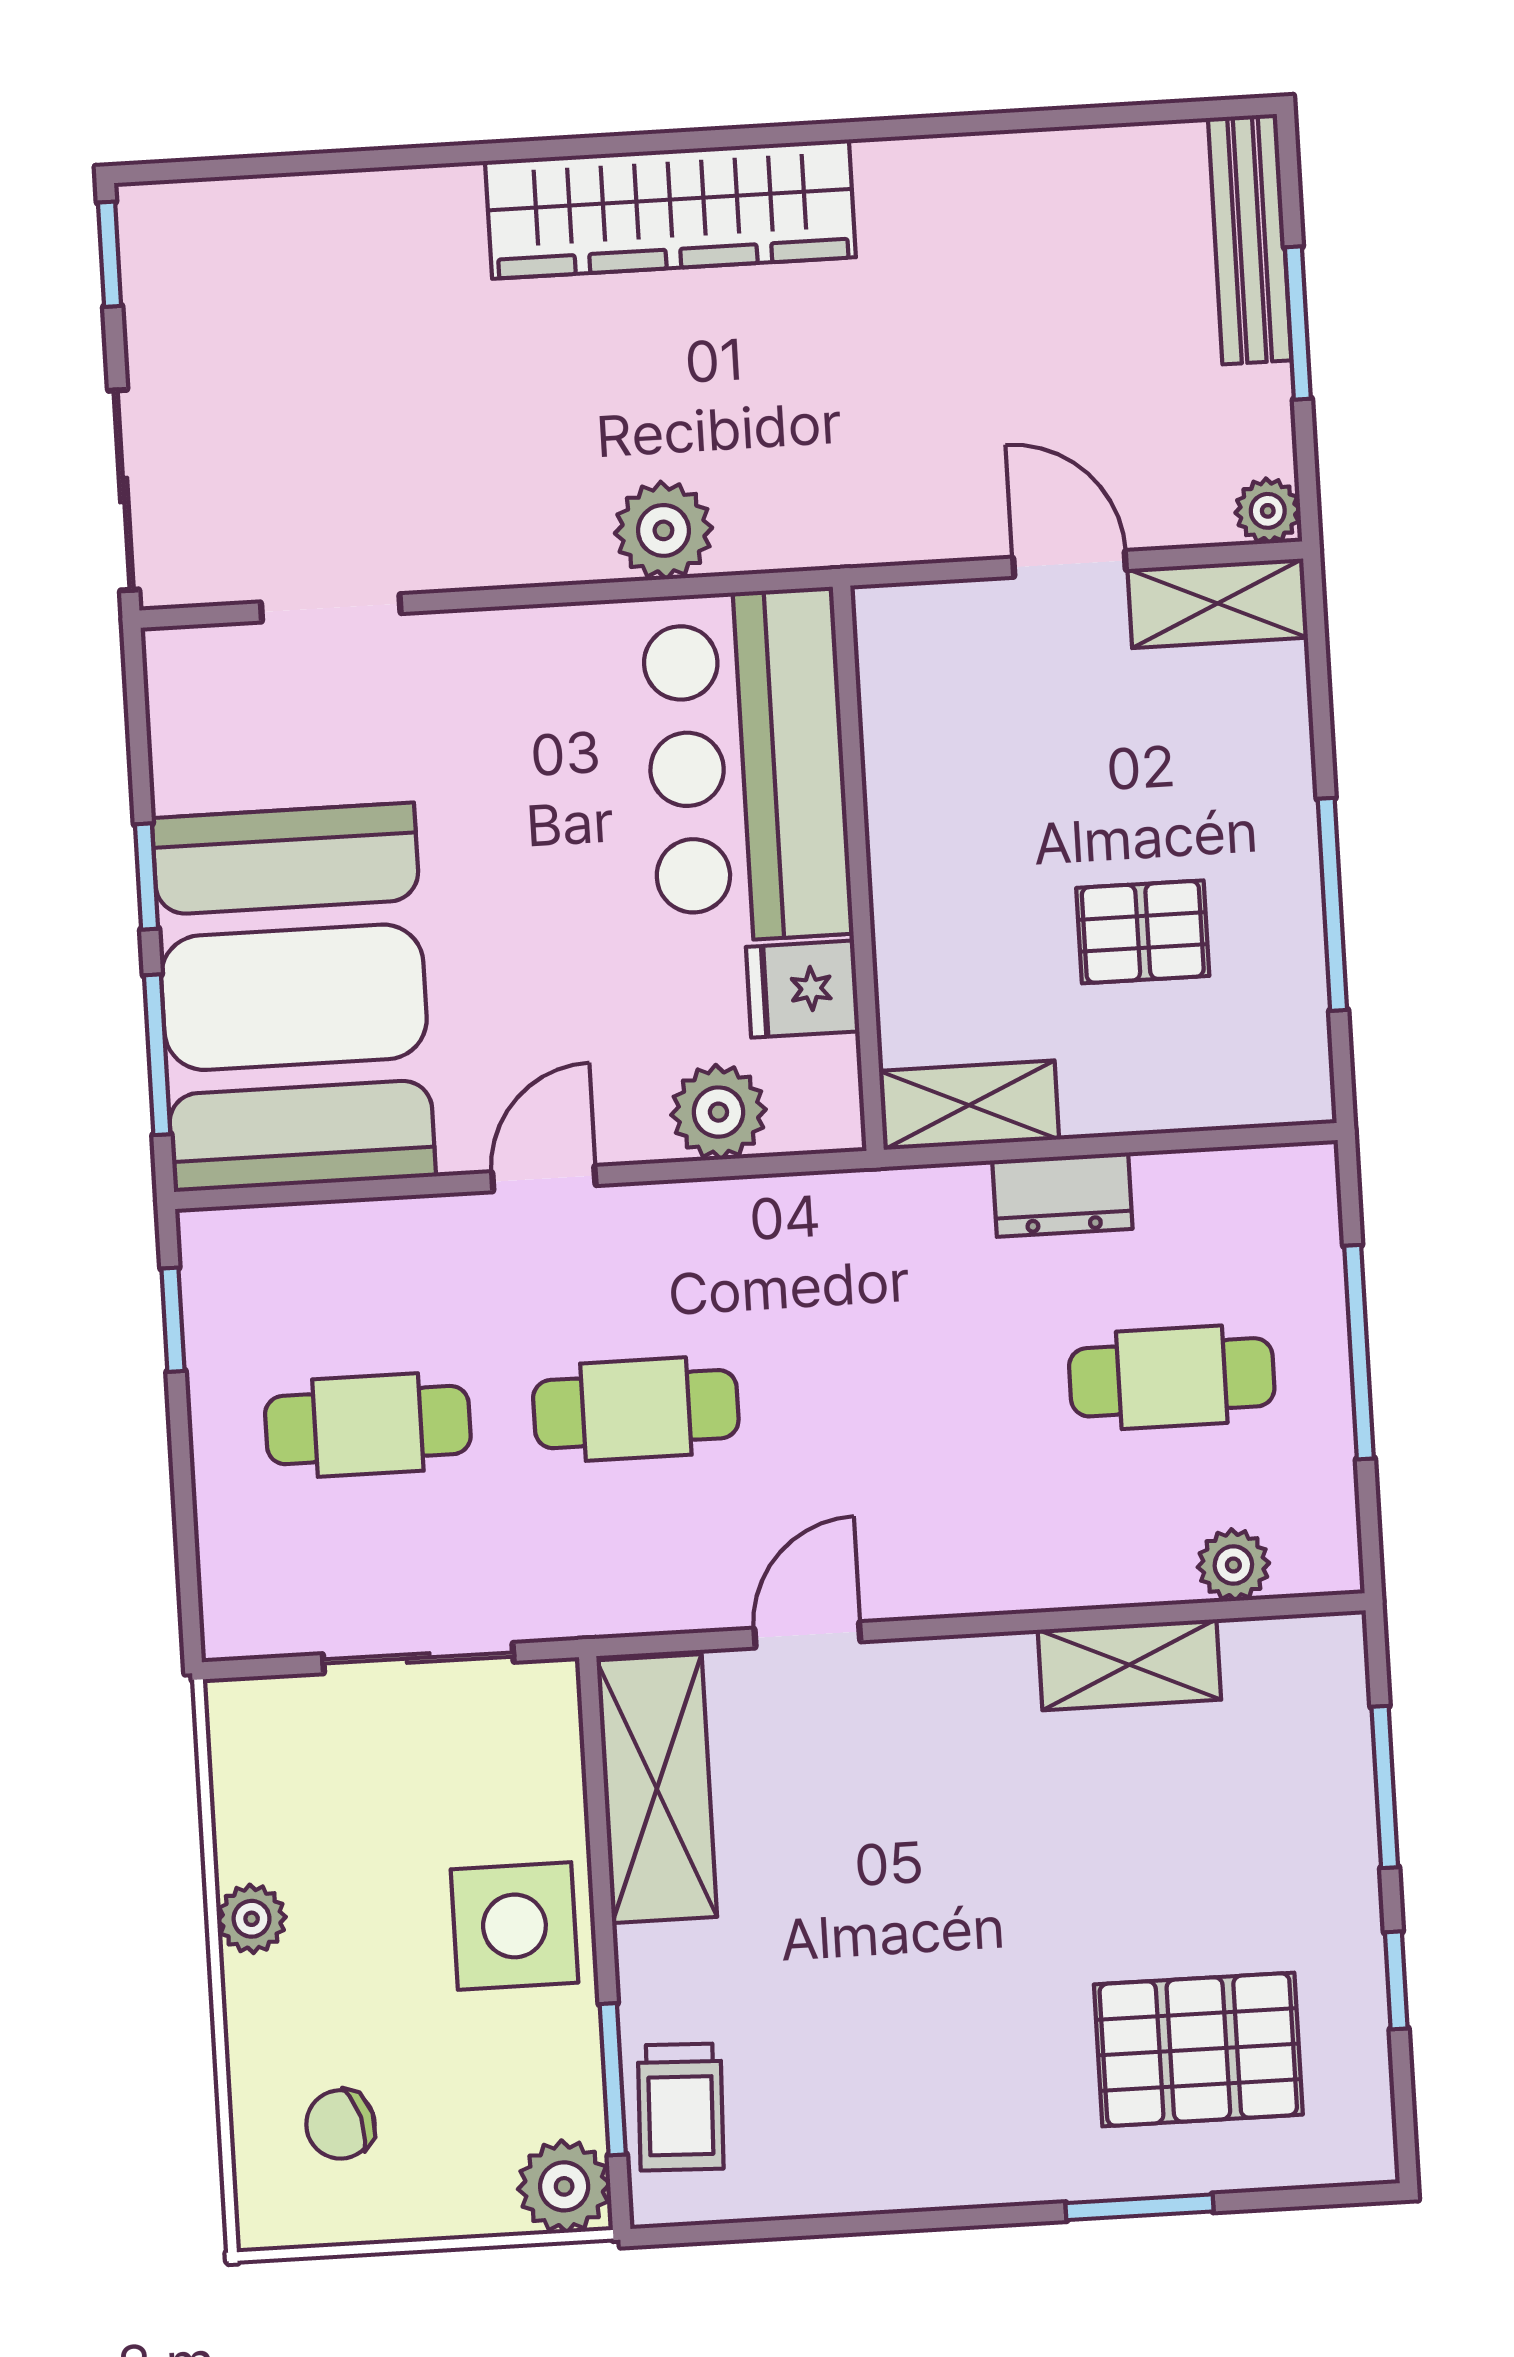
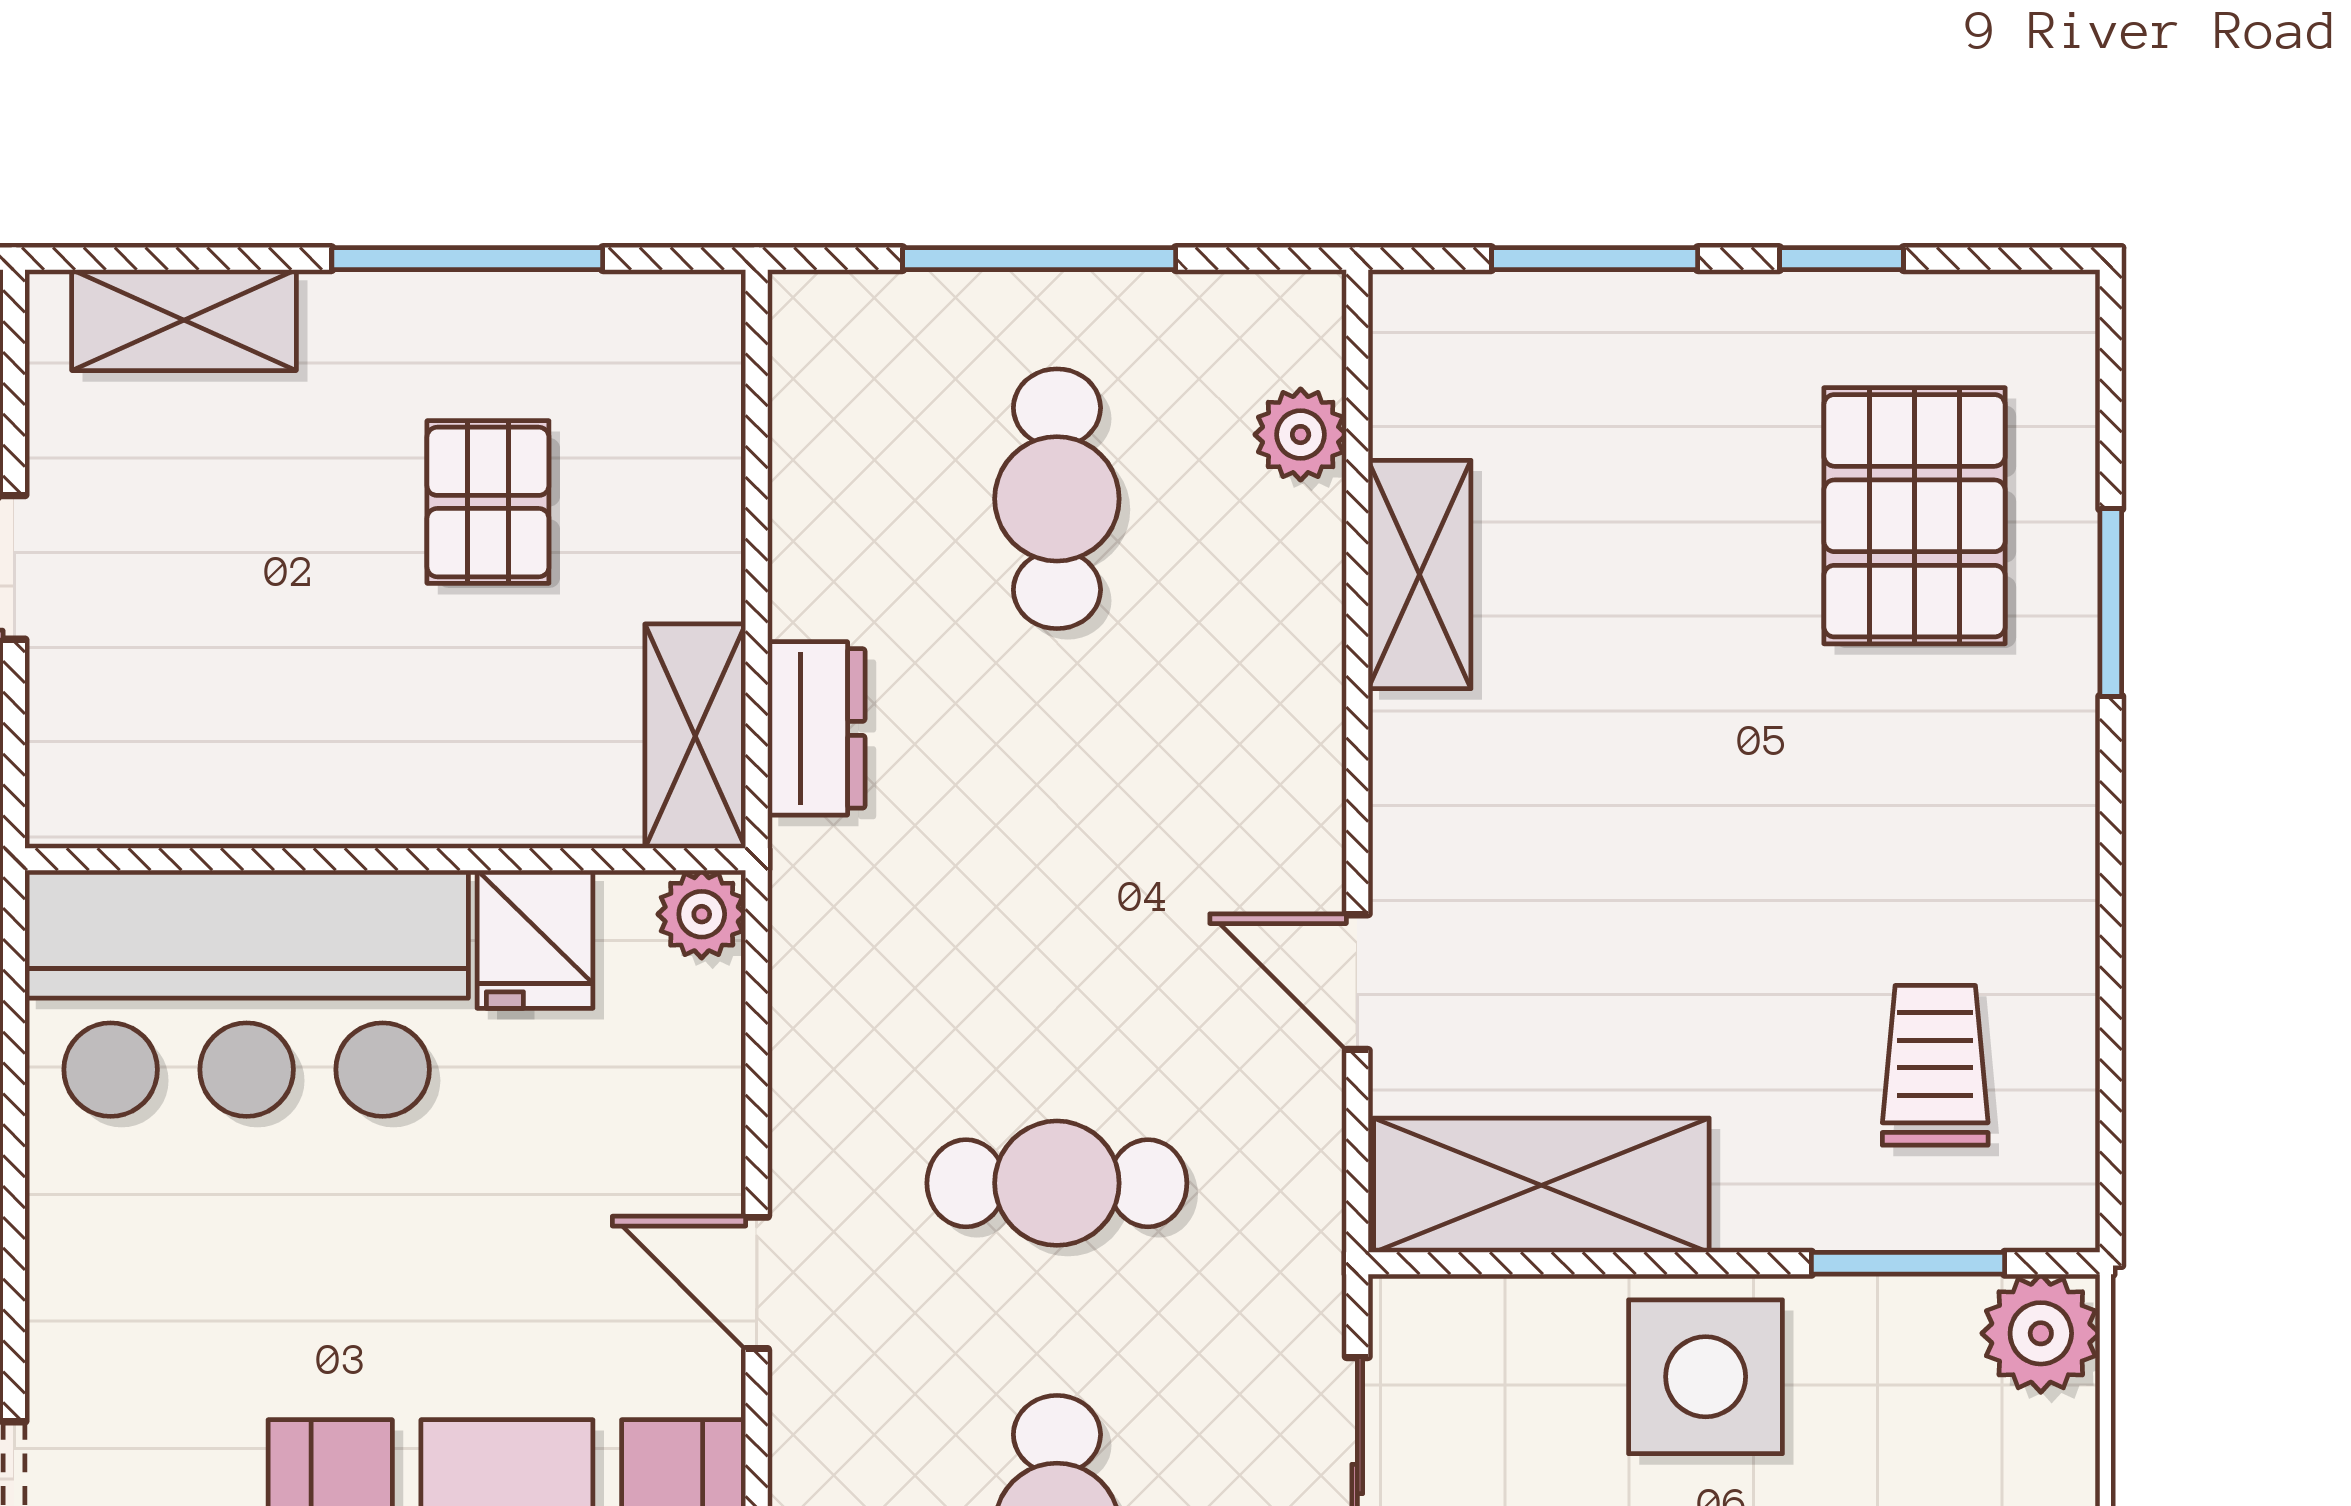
shelving: (1218, 603) -> (184, 320), moved, turned 90
plant: (718, 1112) -> (702, 914), moved, width x0.73, depth x0.73
dresser: (1062, 1195) -> (816, 728), moved
cafe table: (636, 1409) -> (1057, 1183), turned 90
trolley: (681, 2107) -> (1935, 1065), moved, turned -92

